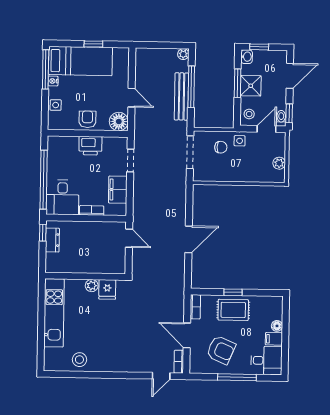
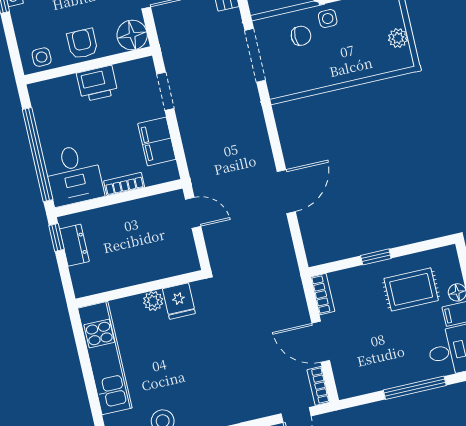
side table: (56, 105) -> (42, 57), moved
rug: (233, 310) -> (411, 289), moved
armchair: (221, 350) -> (379, 351), removed

